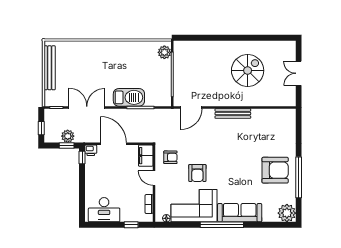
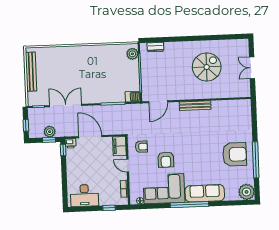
dresser: (191, 46) -> (155, 47), added
barbecue: (129, 97) -> (133, 97), moved, width x0.53, depth x0.65

